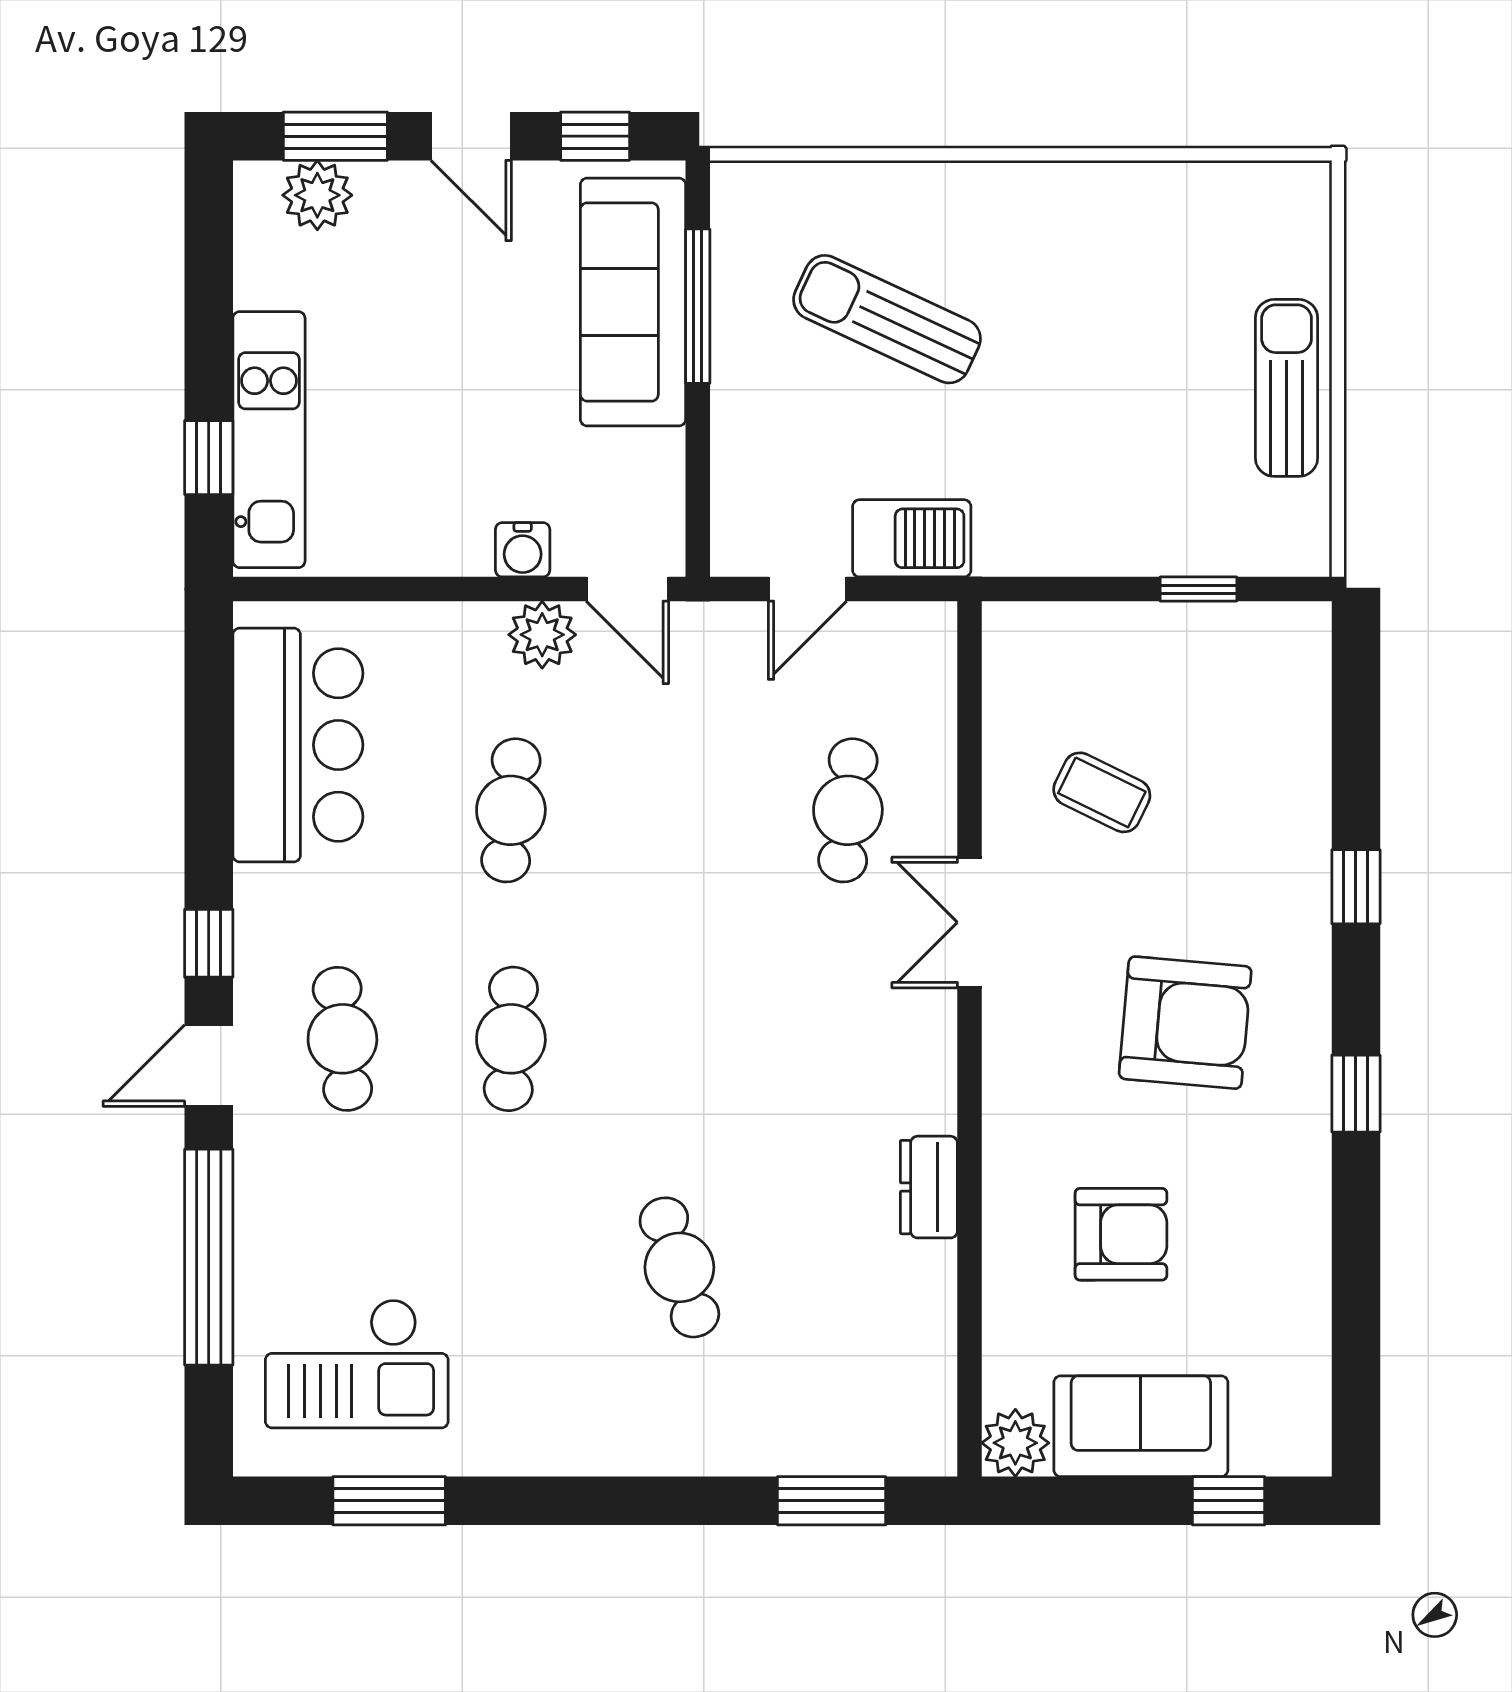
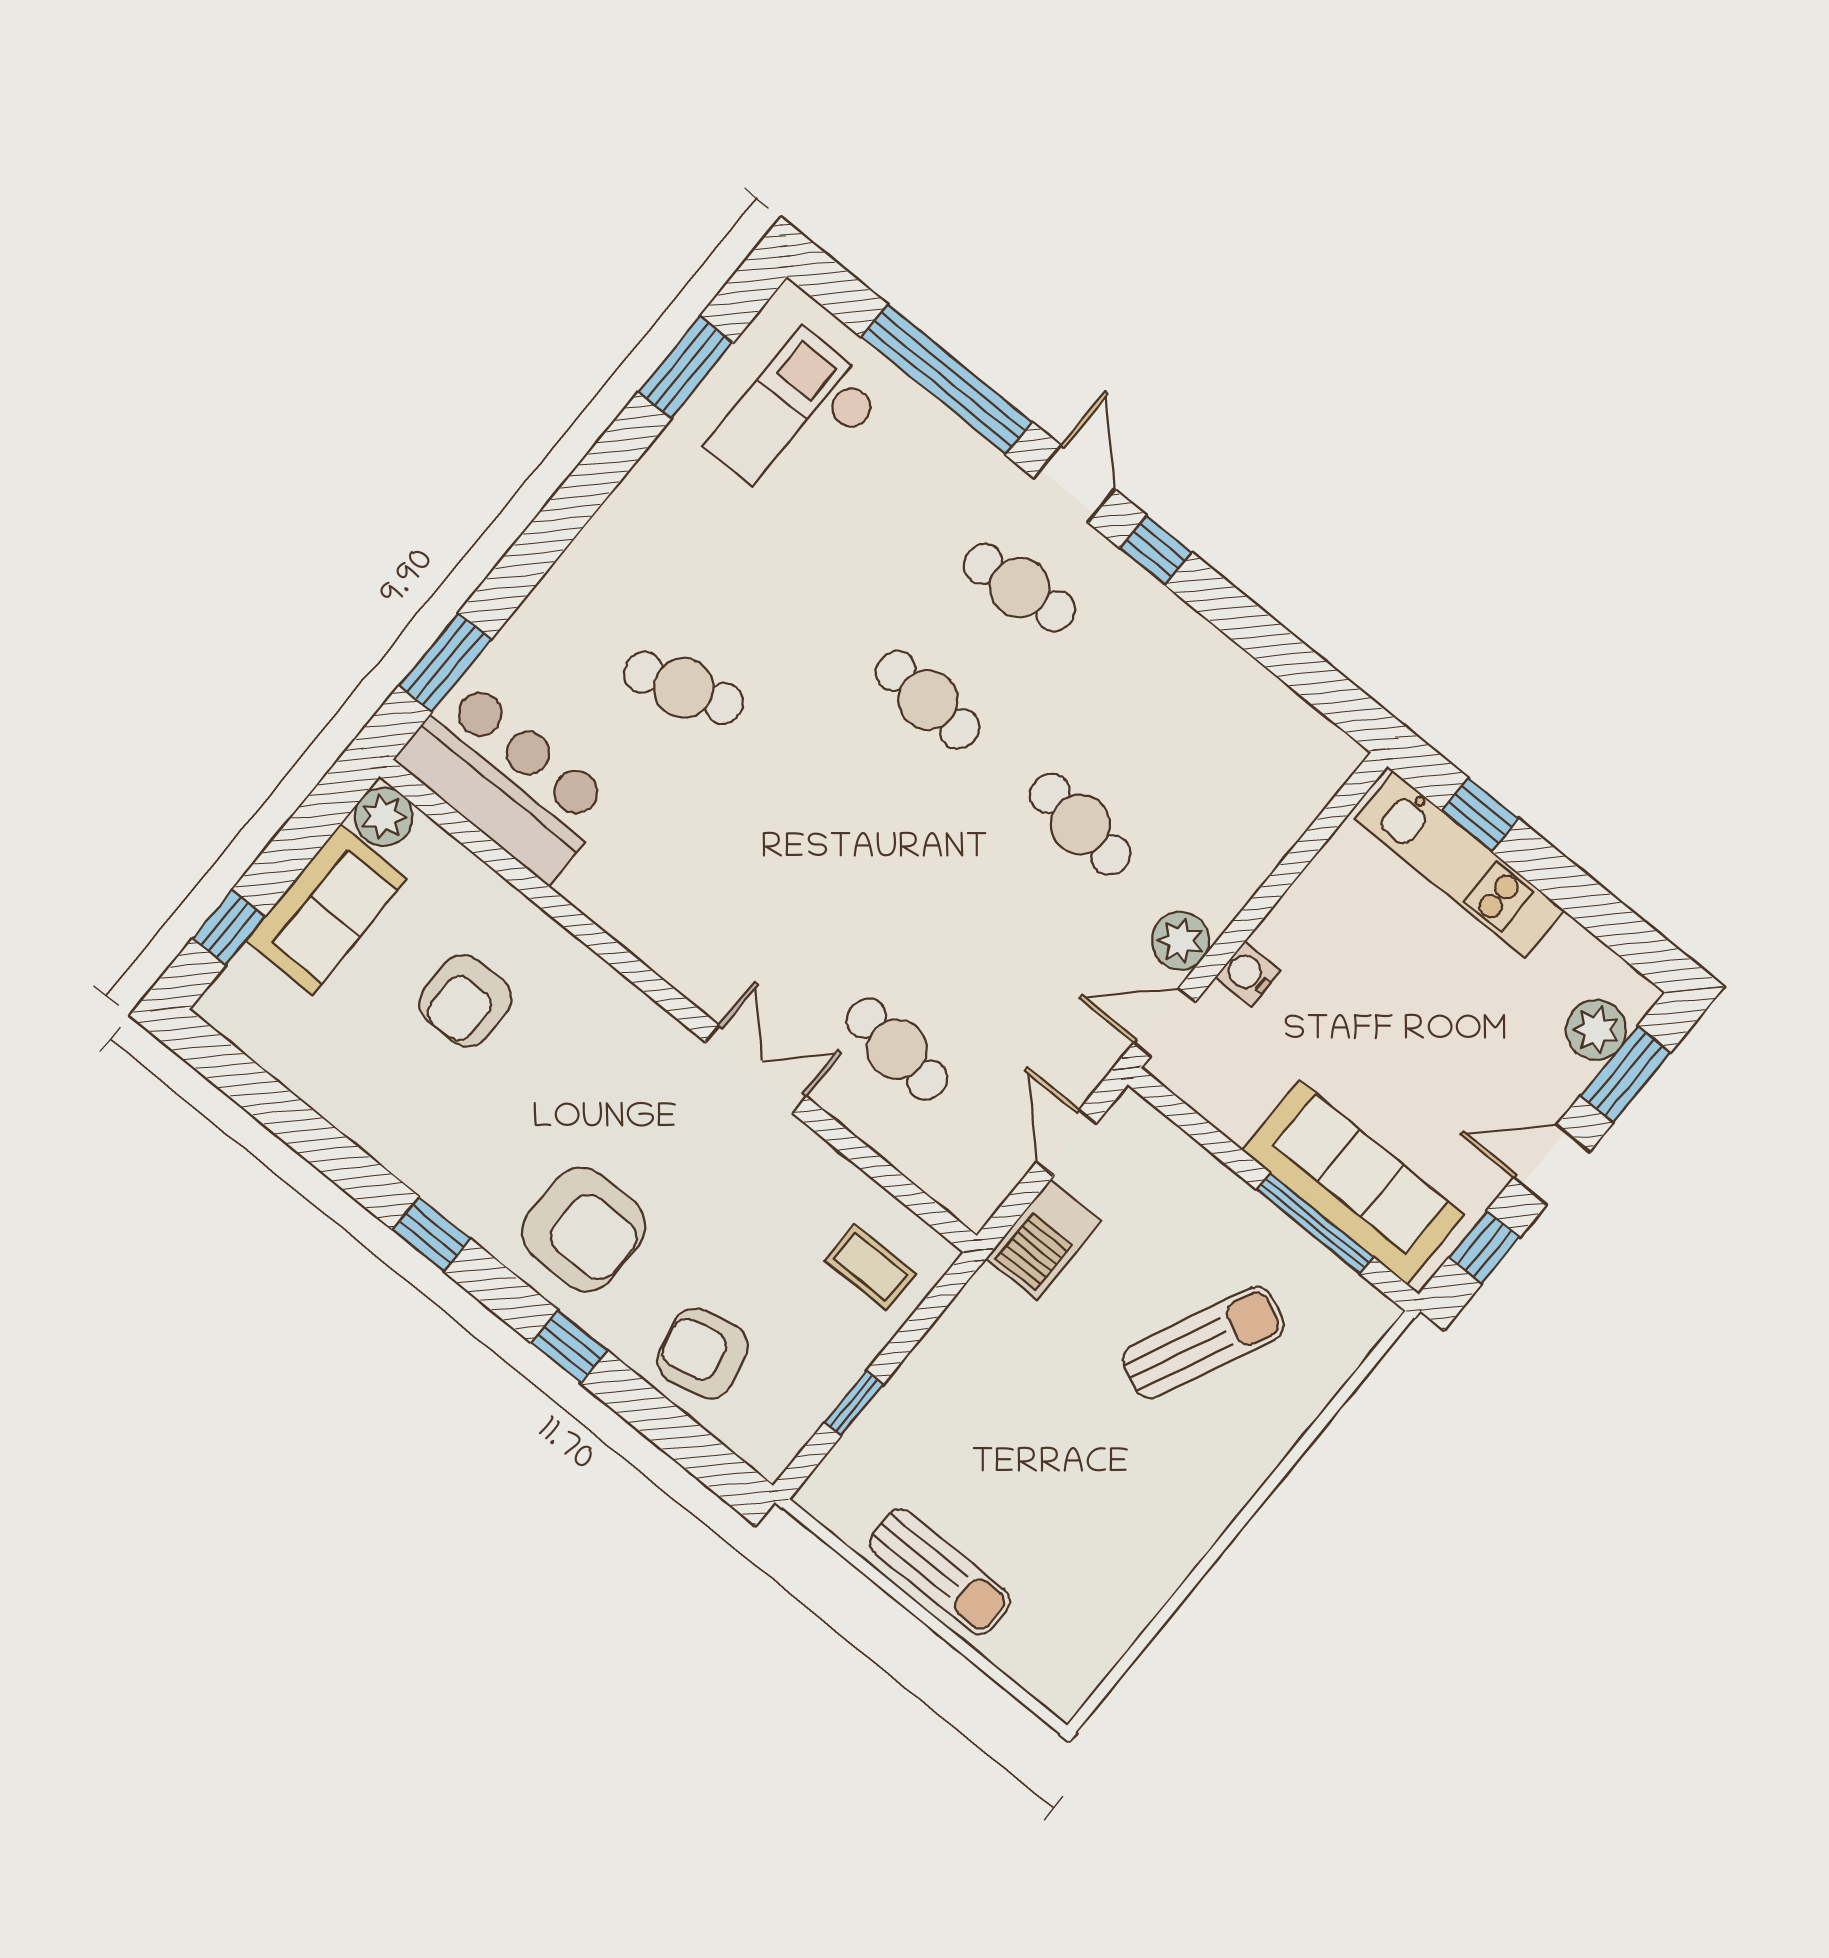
bar counter: (298, 745) -> (506, 780), moved, turned 180
armchair: (1264, 762) -> (703, 1353), added
coffee table: (1102, 792) -> (870, 1267), moved, turned 64
armchair: (1185, 1023) -> (584, 1229), moved, turned -95
dresser: (929, 1187) -> (601, 898), removed

